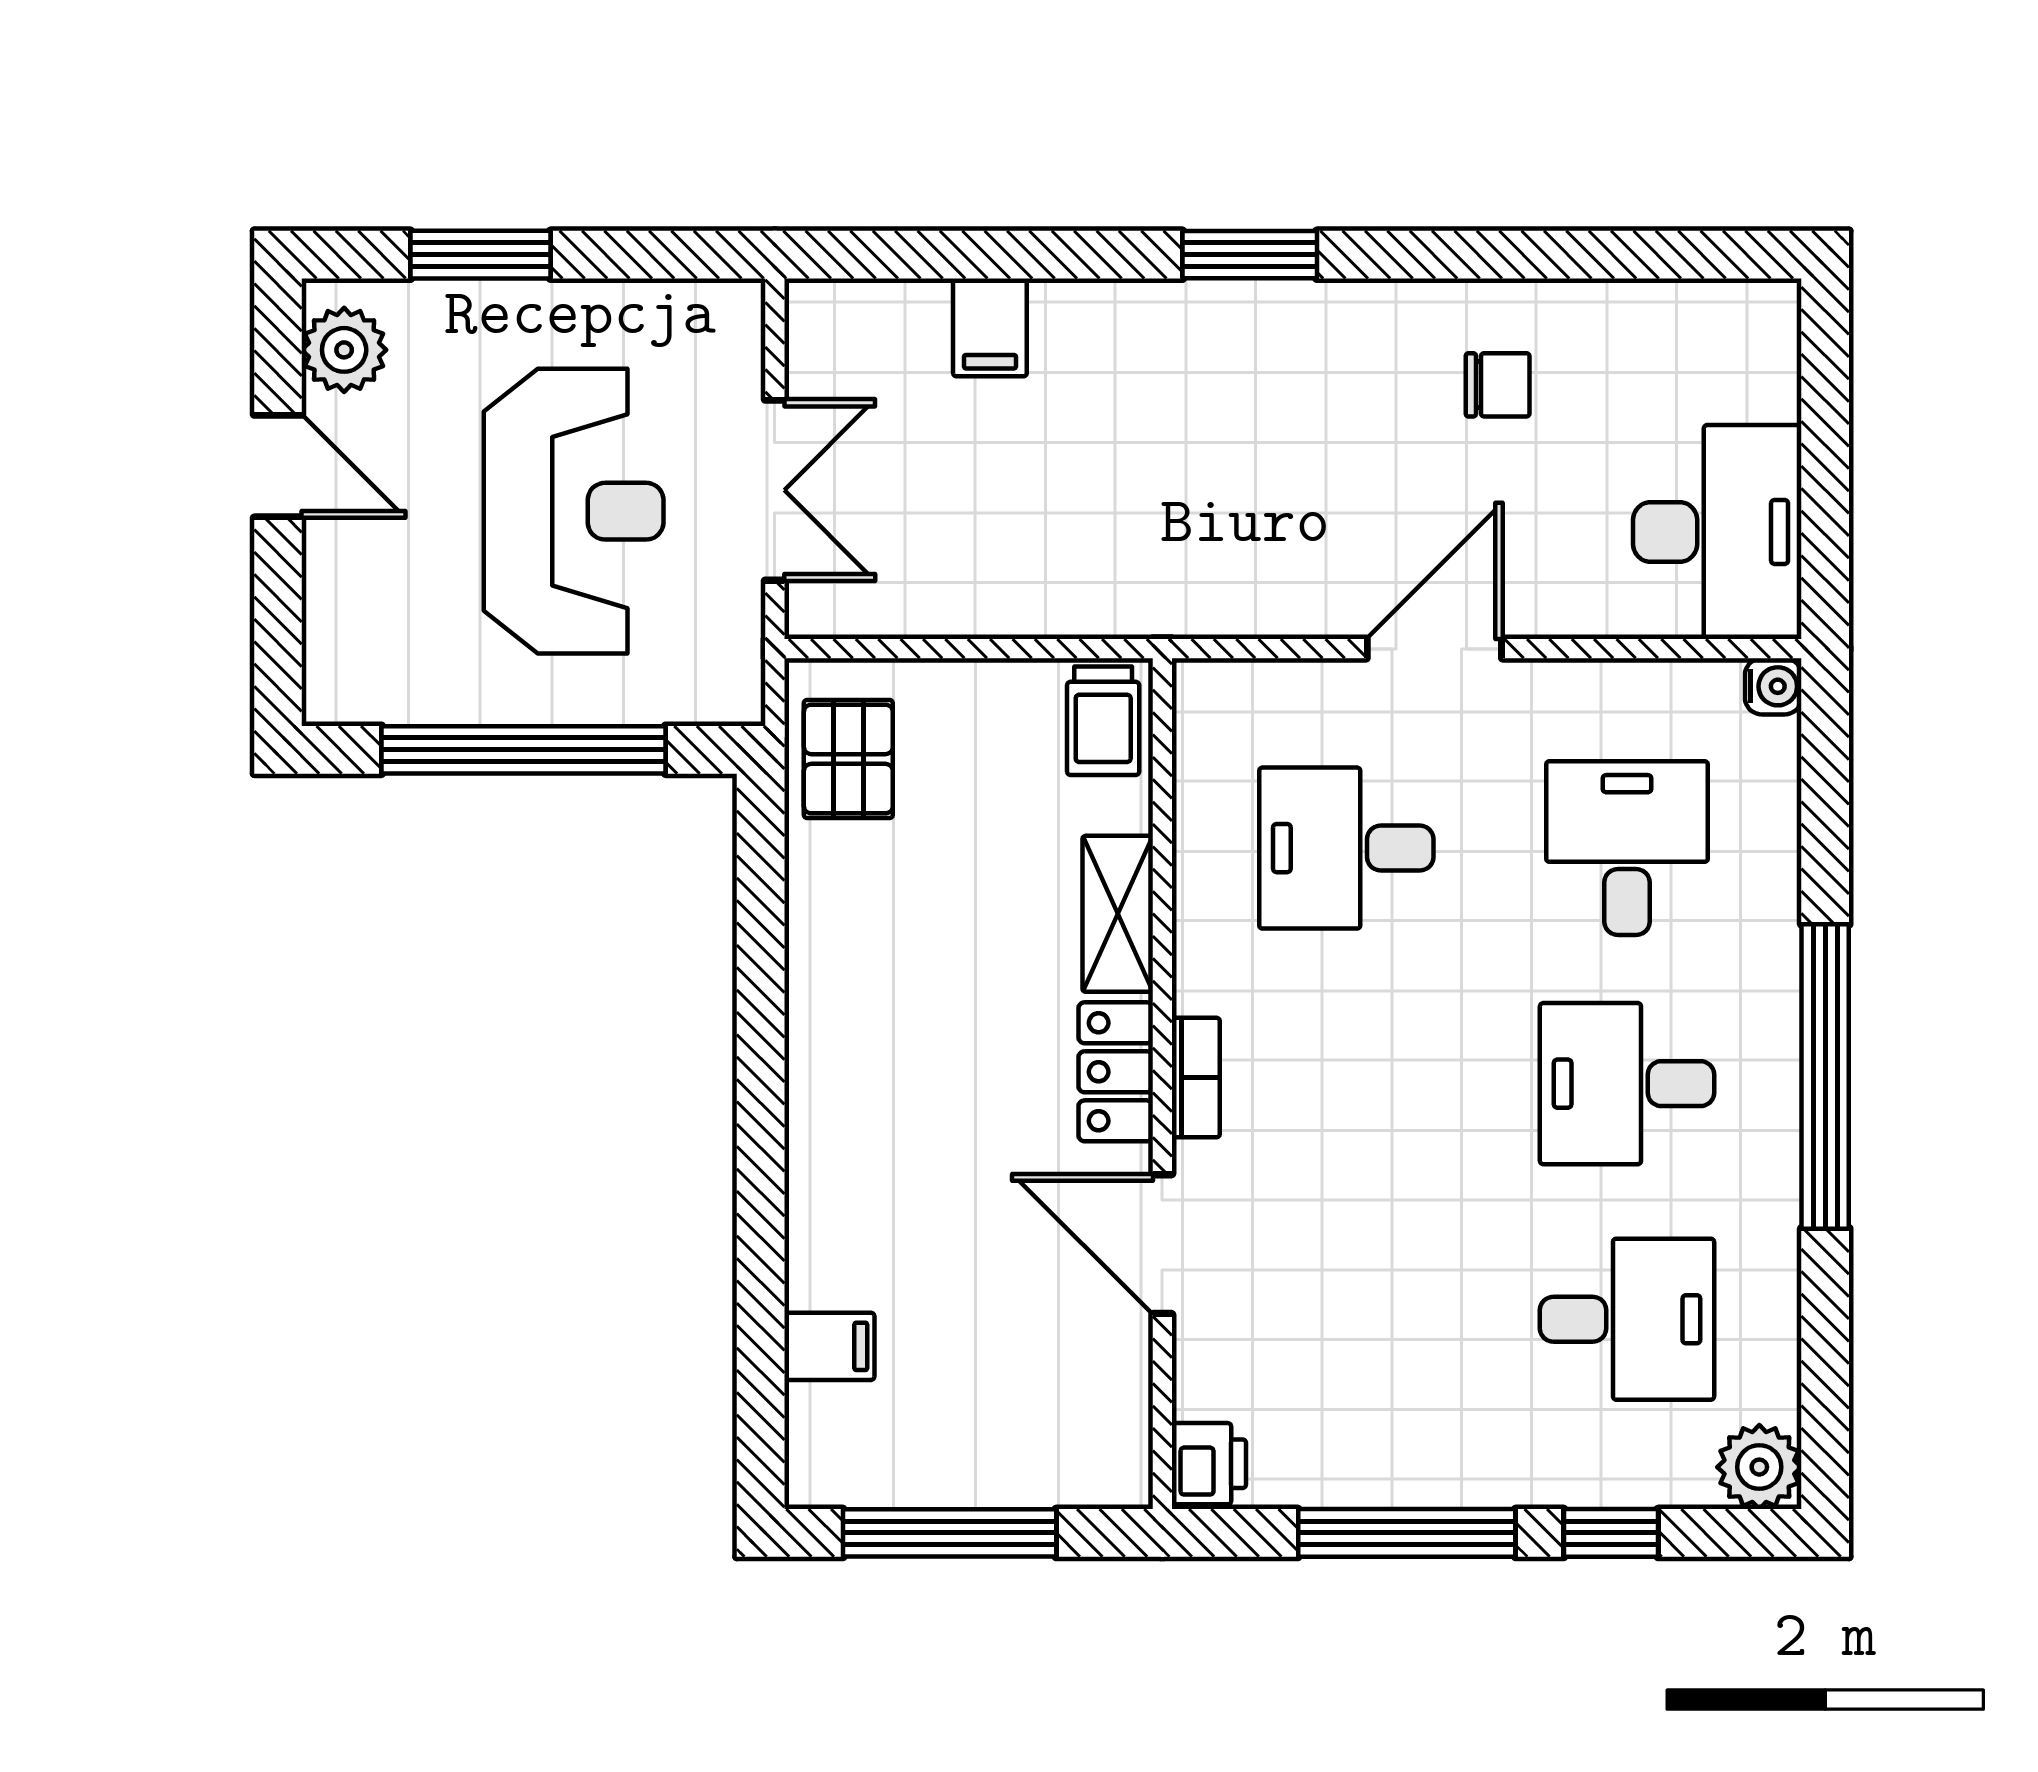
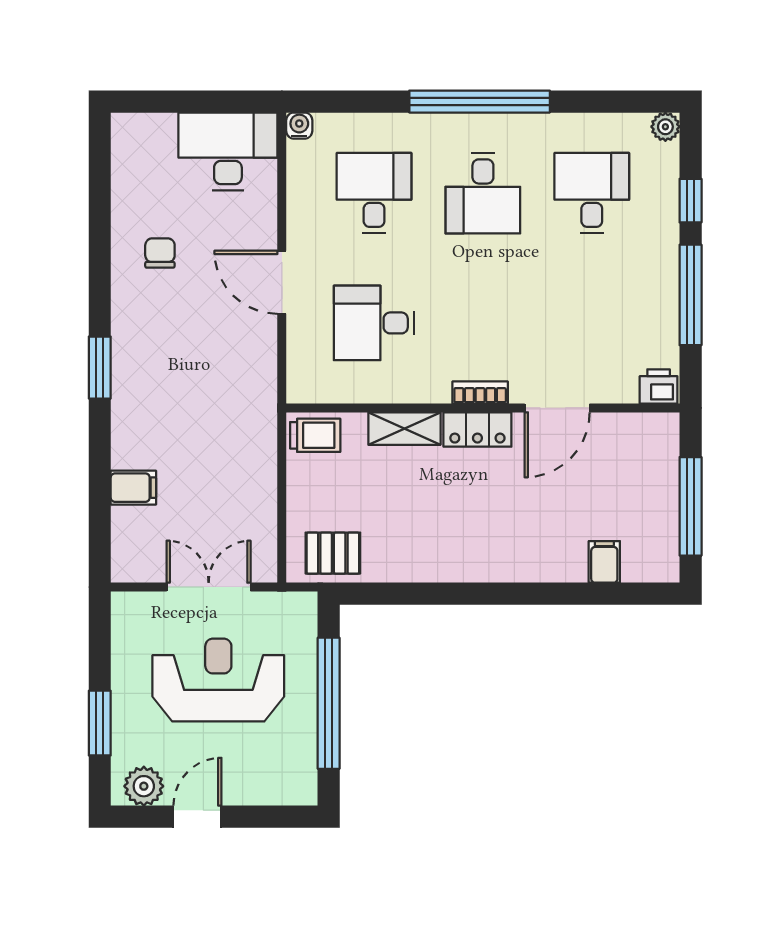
desk: (1346, 848) -> (374, 323), turned 90
desk: (1627, 848) -> (374, 193), turned 90
plant: (1759, 1467) -> (665, 127), width x0.73, depth x0.73

